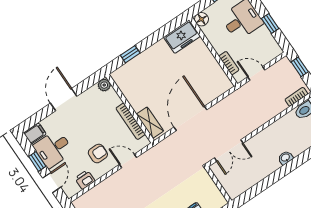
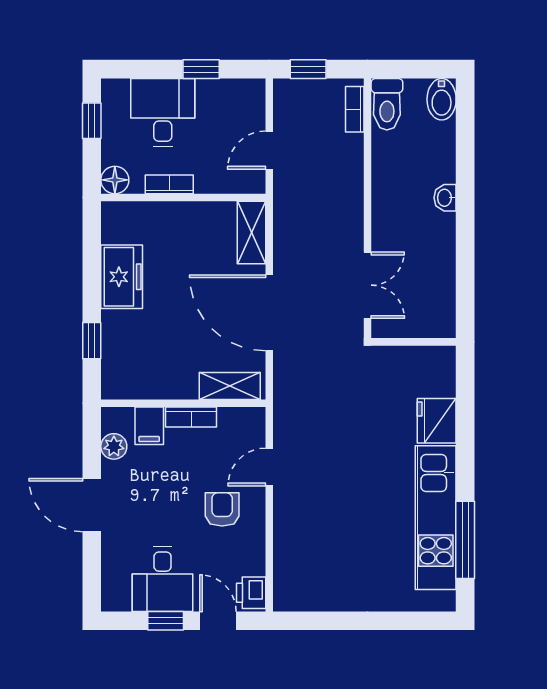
freezer: (182, 37) -> (122, 277), moved
bookcase: (229, 63) -> (169, 184), moved
plant: (104, 85) -> (114, 446), moved
shelving: (218, 89) -> (251, 233), added
bookcase: (131, 121) -> (191, 417), width x0.64
filing cabinet: (35, 134) -> (149, 426), moved, turned 180
printer: (85, 180) -> (251, 593), moved

